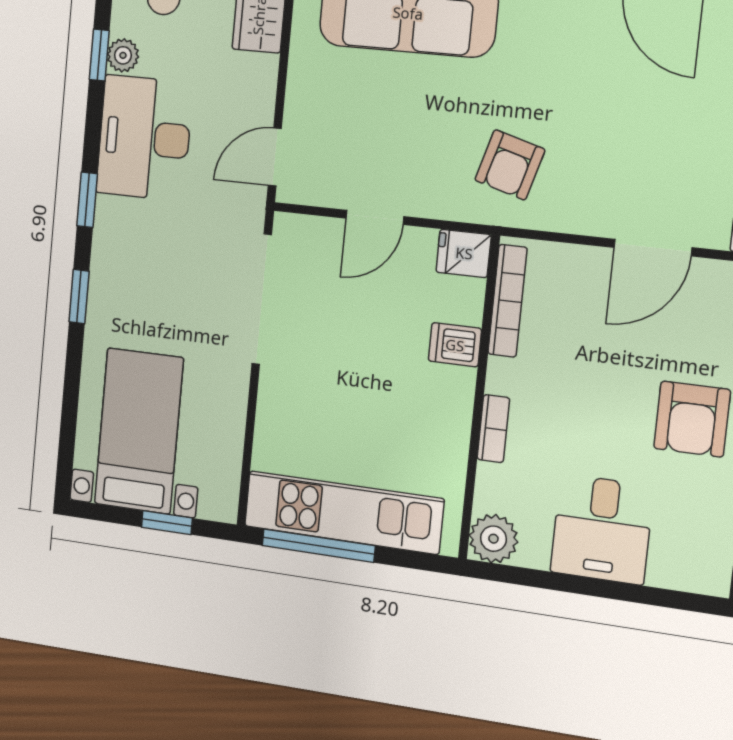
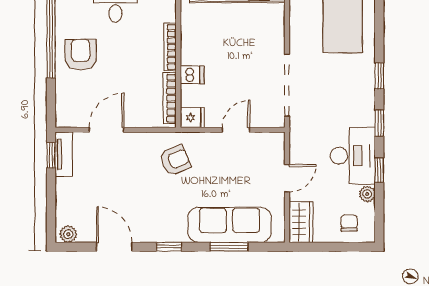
window: (99, 55) -> (379, 170), moved
door: (275, 157) -> (287, 178), moved
armchair: (510, 165) -> (175, 160), turned 51
bookcase: (493, 429) -> (170, 47), width x1.56

